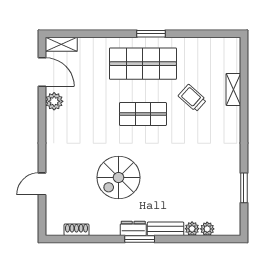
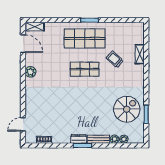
plant: (54, 101) -> (30, 72), moved
spiral stairs: (119, 177) -> (127, 109), moved, turned 180
door: (42, 184) -> (23, 124), moved

